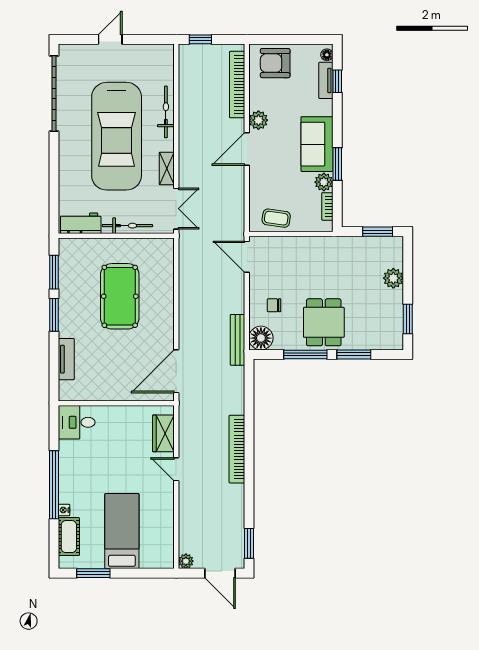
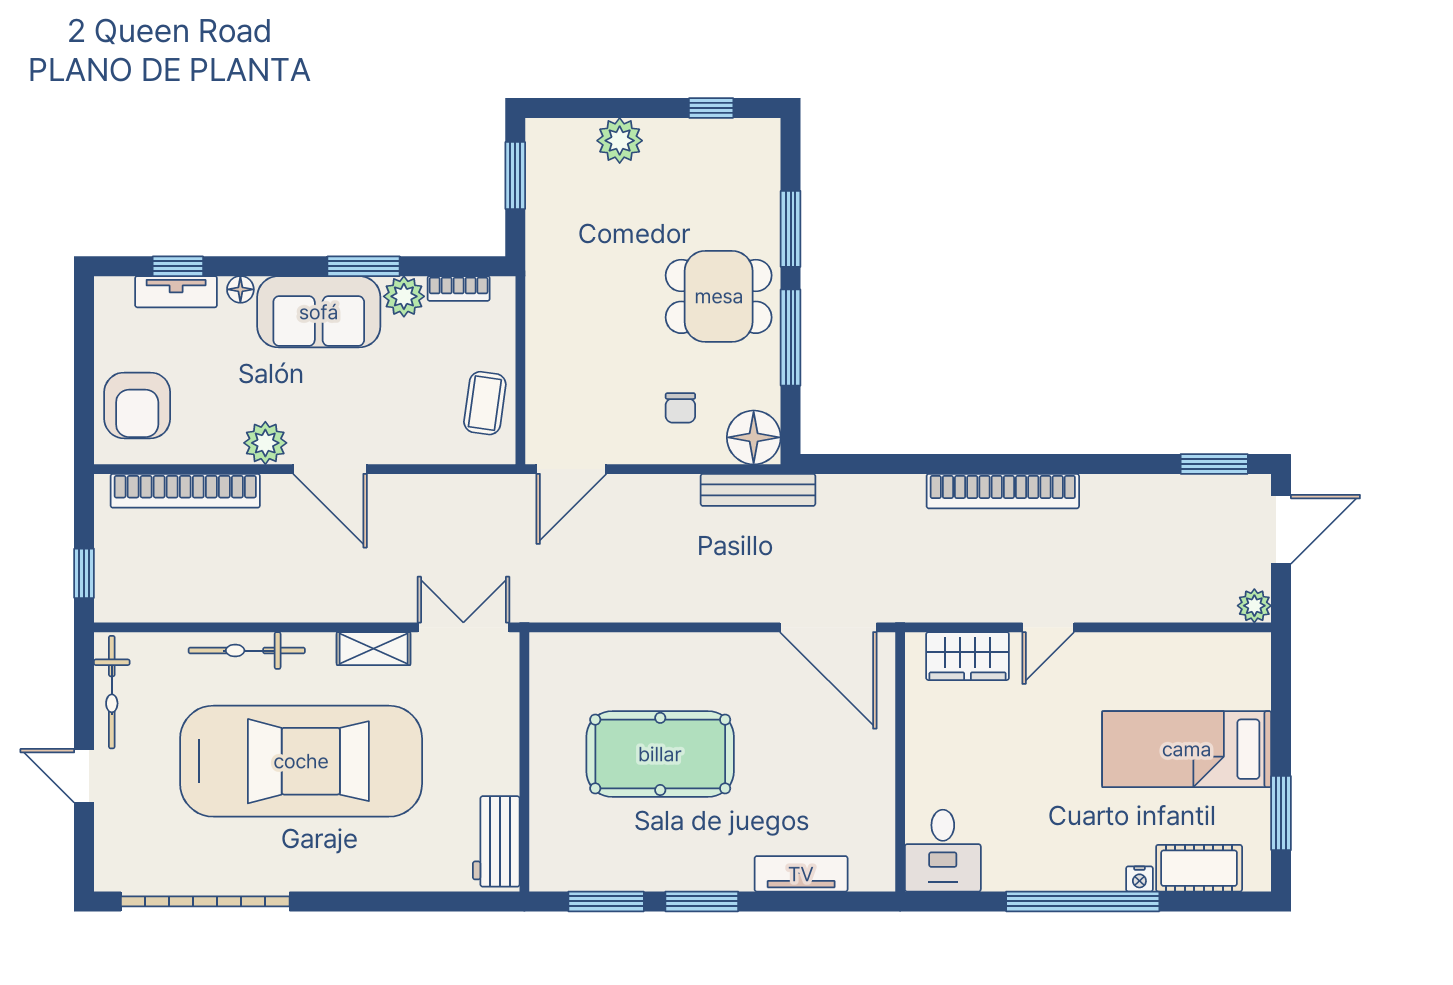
floor lamp: (327, 55) -> (240, 289), moved
bicycle: (127, 226) -> (112, 692), moved, turned 180
window: (408, 319) -> (711, 108), width x0.67

